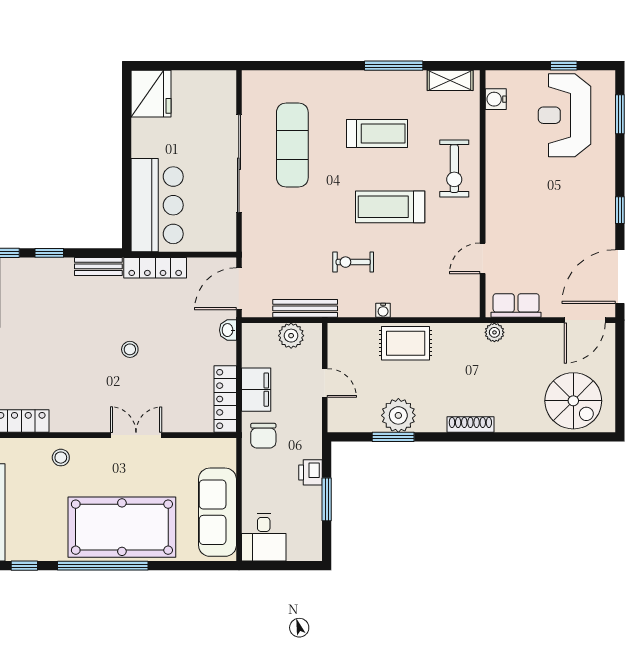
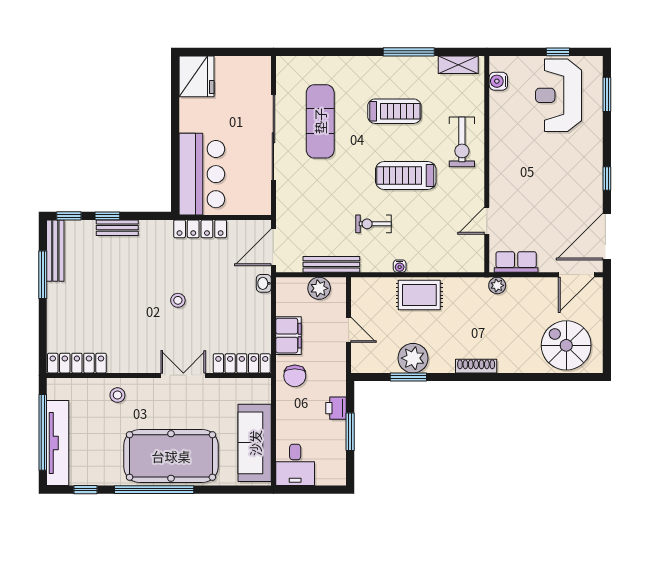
bench: (98, 266) -> (117, 228), moved
locker: (225, 399) -> (242, 363), moved, turned 90
spiral stairs: (573, 401) -> (566, 345), turned 180

